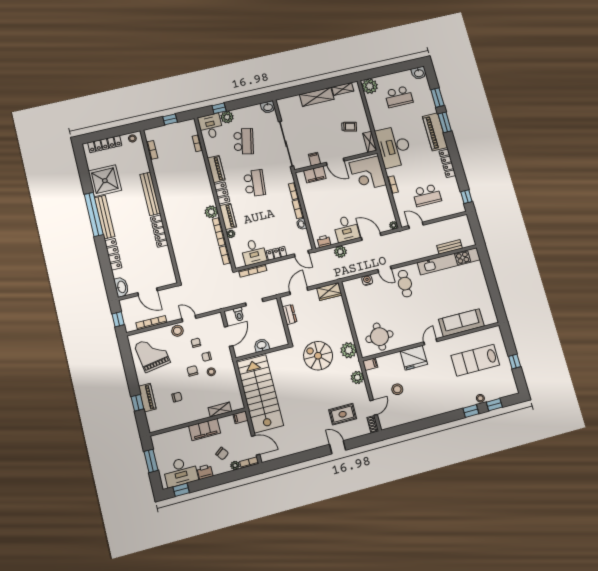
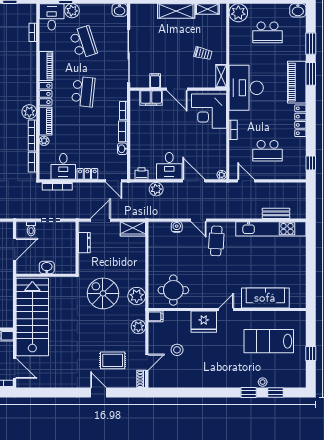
school desk: (244, 141) -> (83, 42), turned -30

